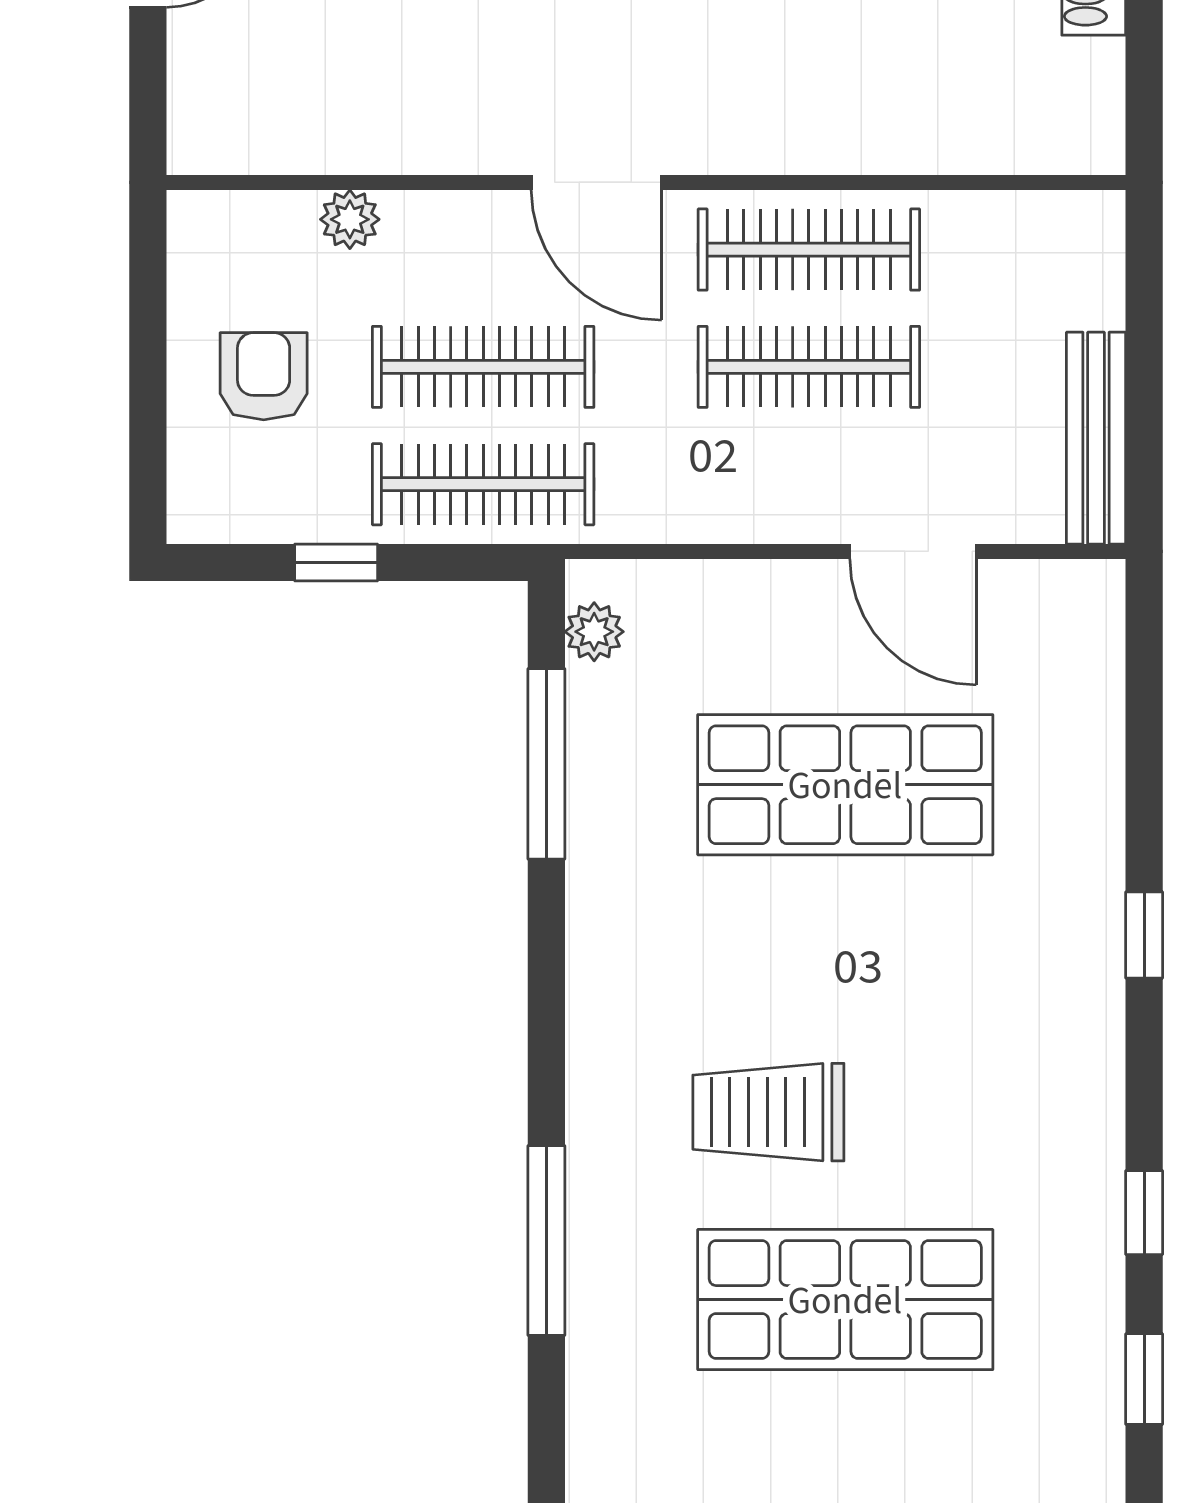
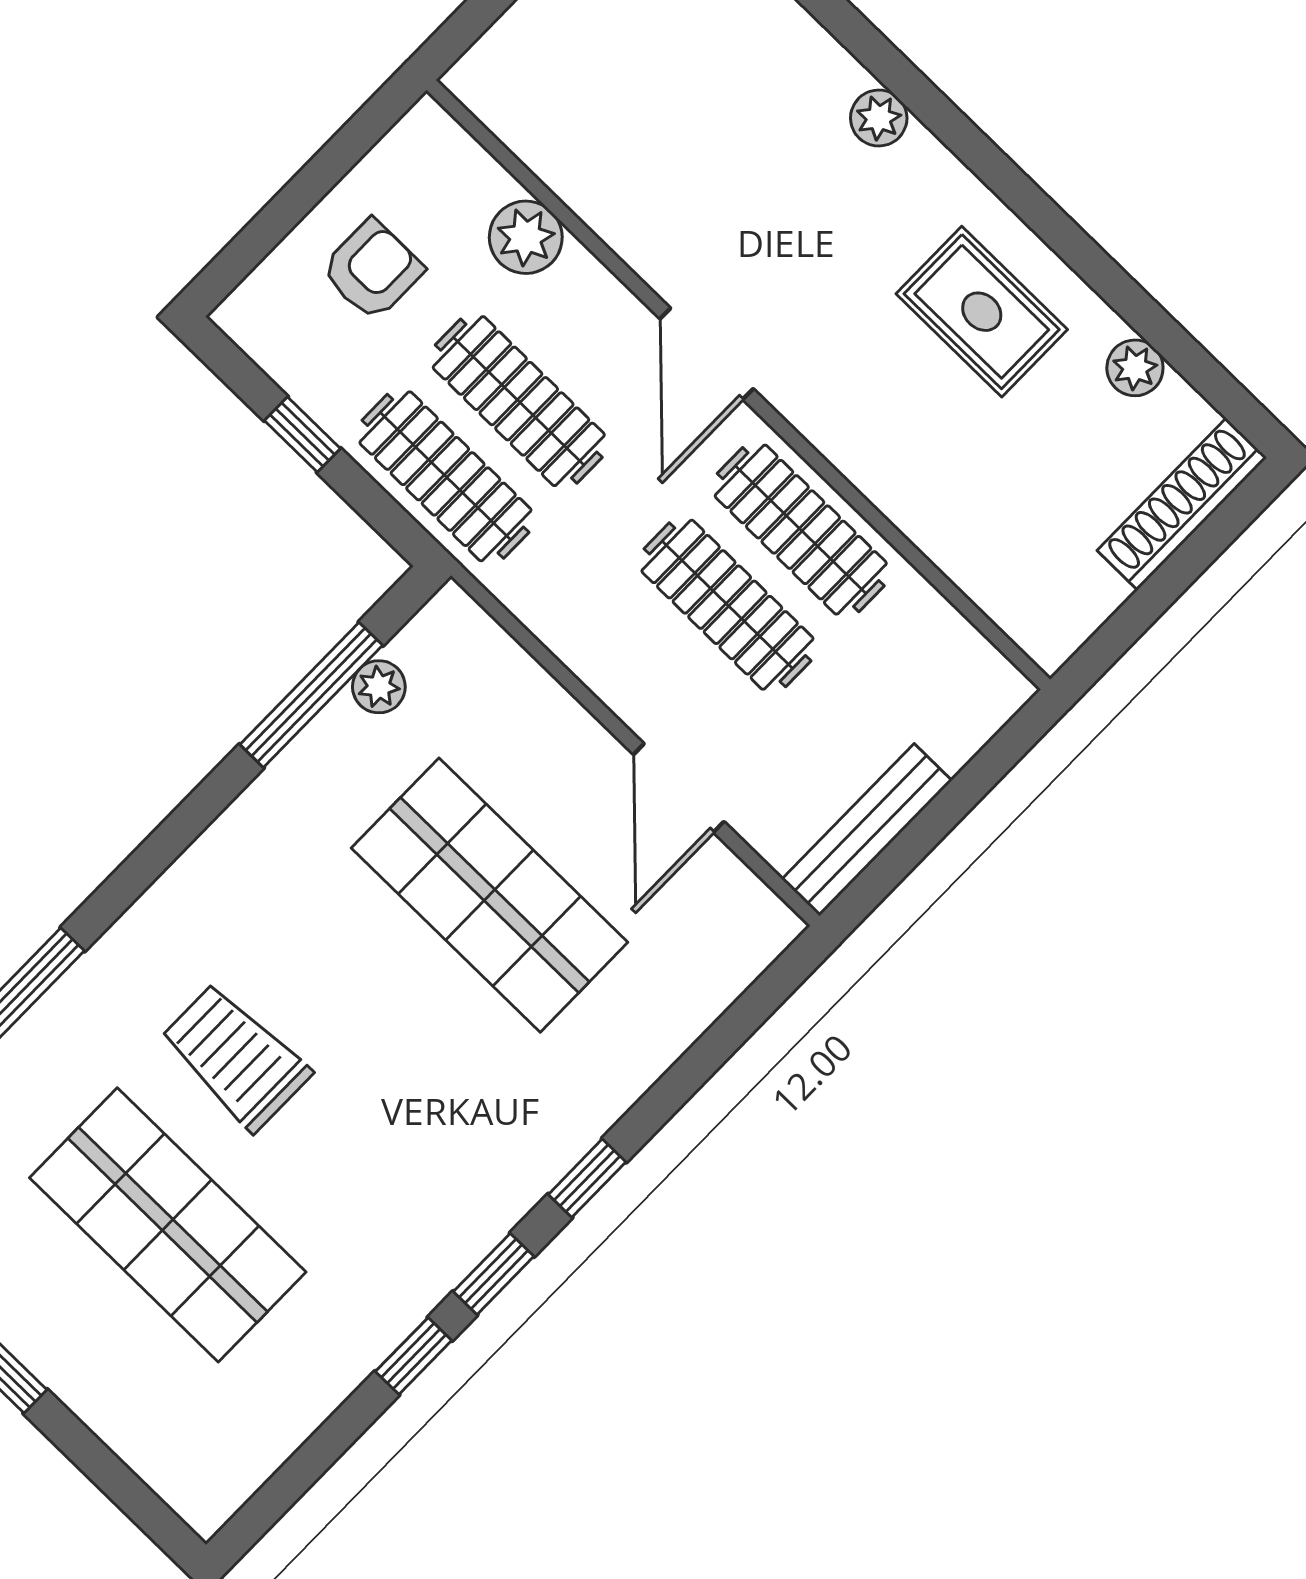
plant: (350, 219) -> (526, 237), width x1.38, depth x1.38
plant: (594, 632) -> (379, 687), moved
window: (1144, 1379) -> (494, 1274), moved

